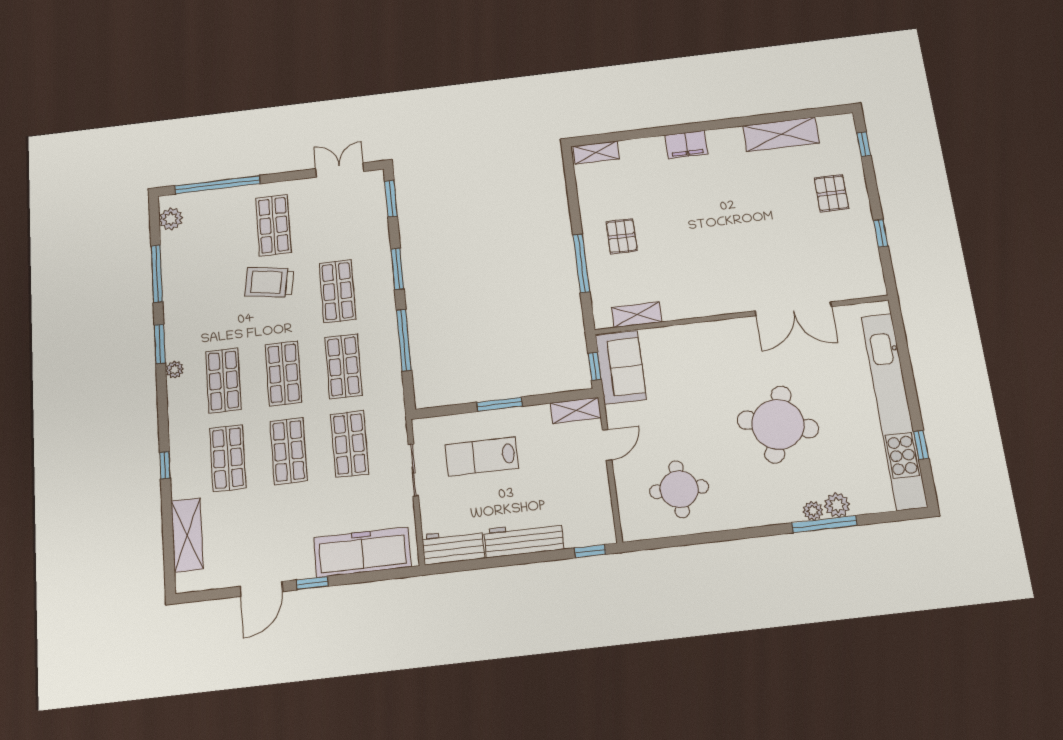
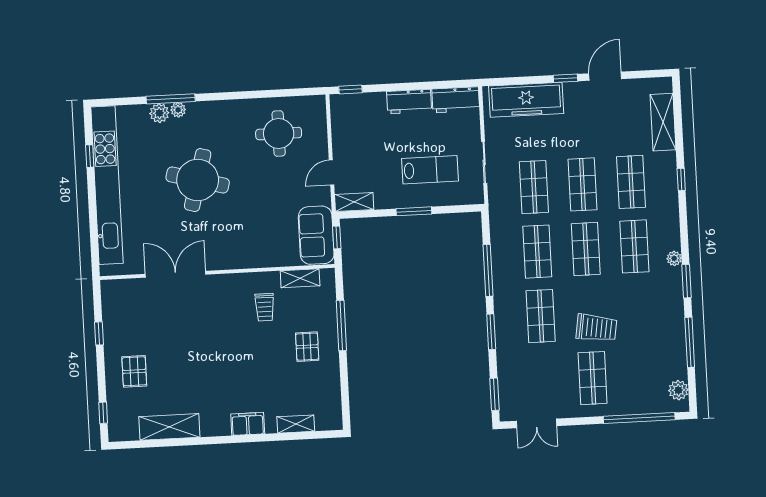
shelving: (596, 152) -> (296, 424), moved
trolley: (678, 278) -> (265, 307), added
workbench: (524, 539) -> (409, 101), width x0.73

